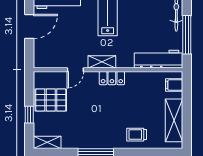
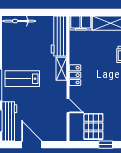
window: (187, 35) -> (39, 12), removed
shelving: (102, 62) -> (61, 69), moved
filing cabinet: (174, 85) -> (81, 23), width x2.00

